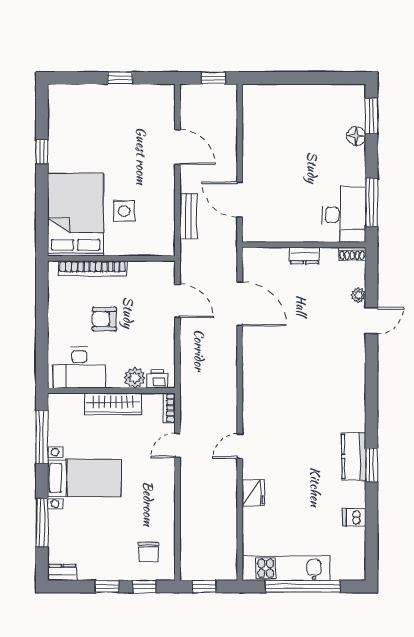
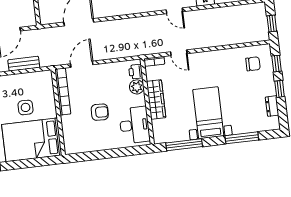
bookcase: (93, 268) -> (63, 92), moved
armchair: (104, 319) -> (100, 112), turned -88
dresser: (62, 572) -> (272, 106), moved

